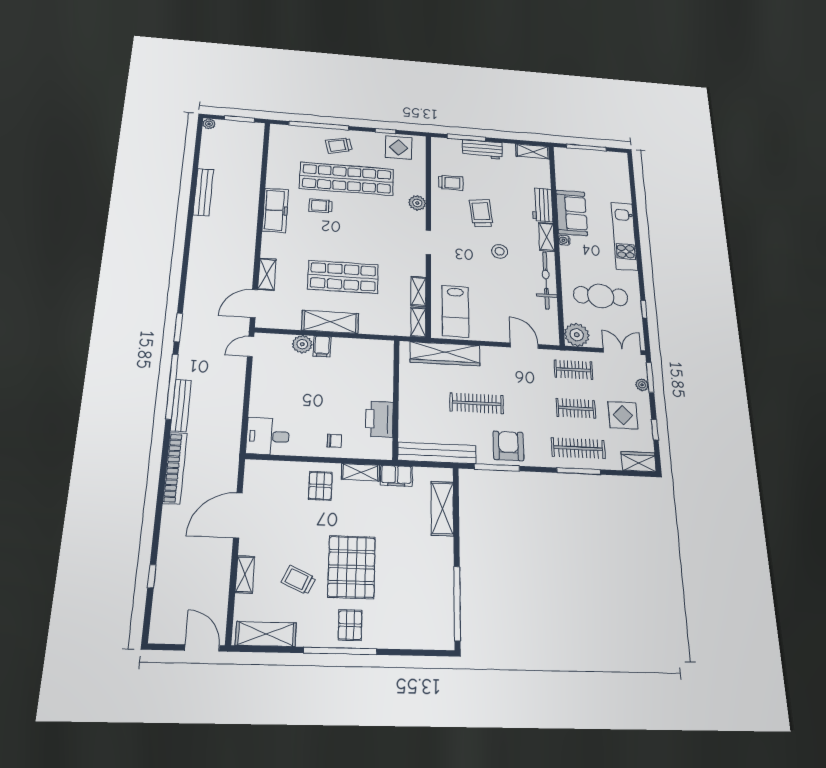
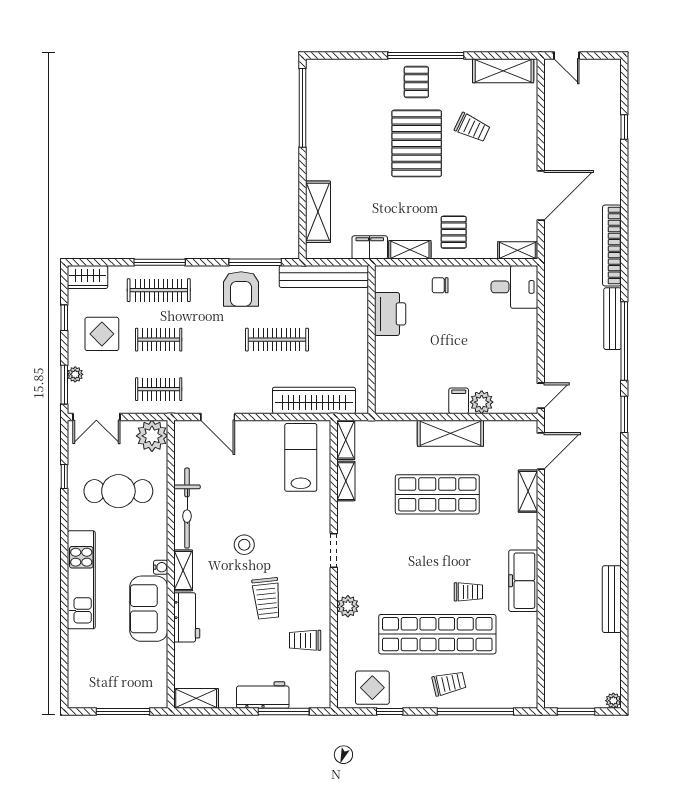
shelving: (245, 574) -> (517, 250), moved, turned 90
door: (202, 648) -> (567, 55), width x0.73

